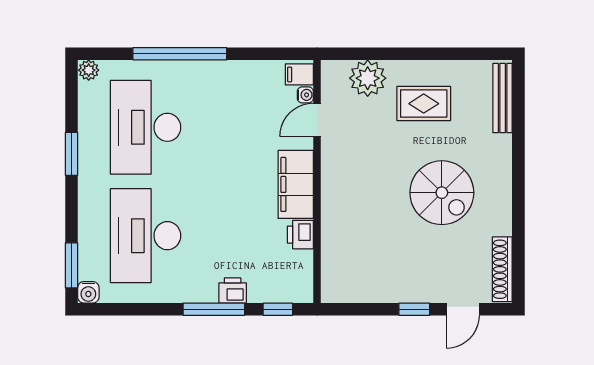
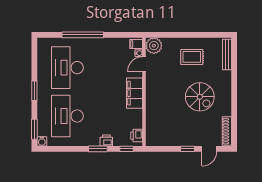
plant: (89, 70) -> (42, 42), removed
plant: (368, 78) -> (154, 46), moved
window: (71, 154) -> (34, 91), moved
printer: (300, 235) -> (137, 136), moved
window: (214, 309) -> (98, 149), width x0.69

